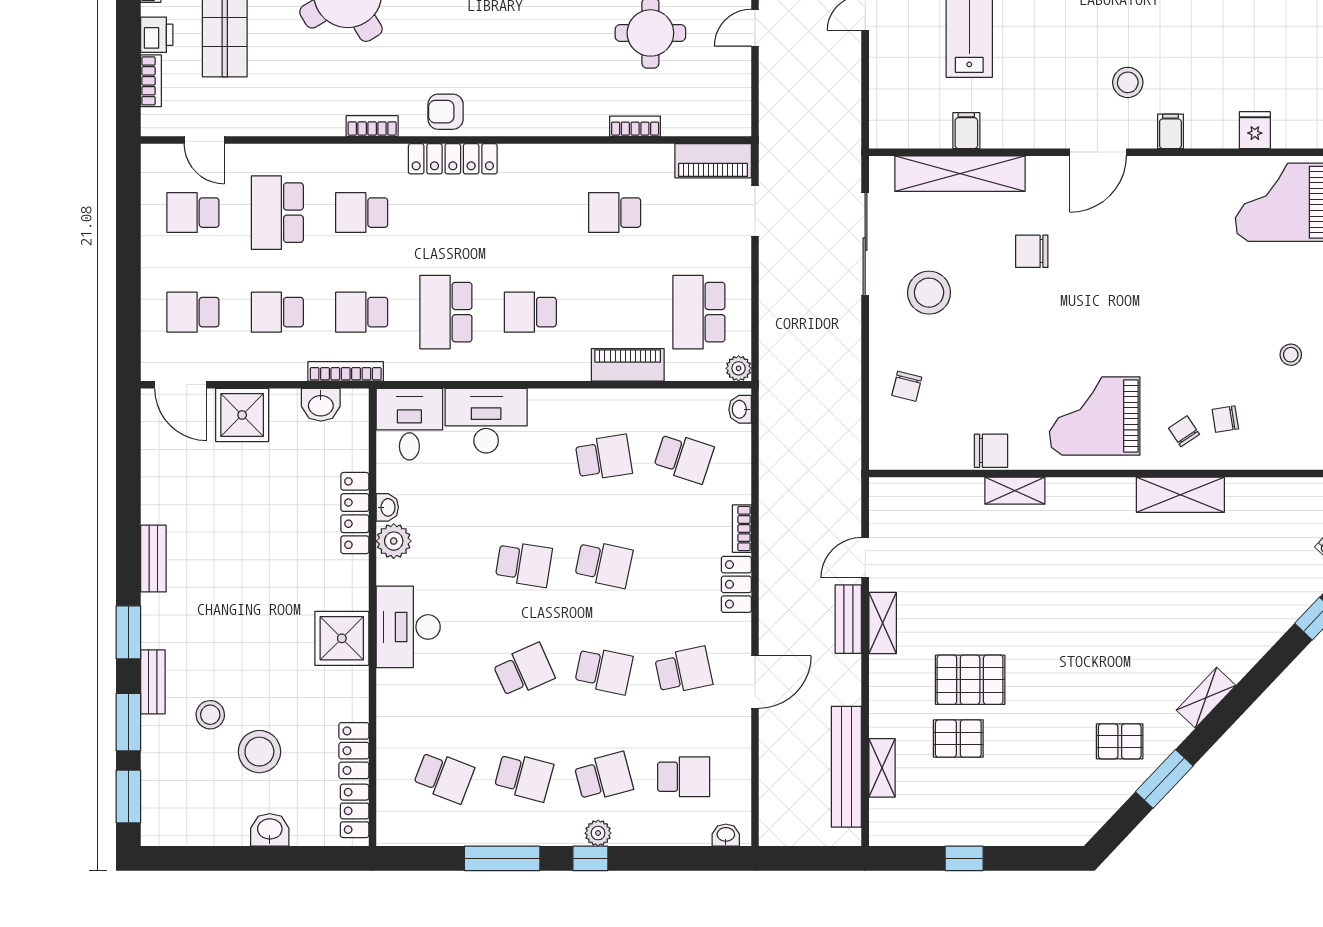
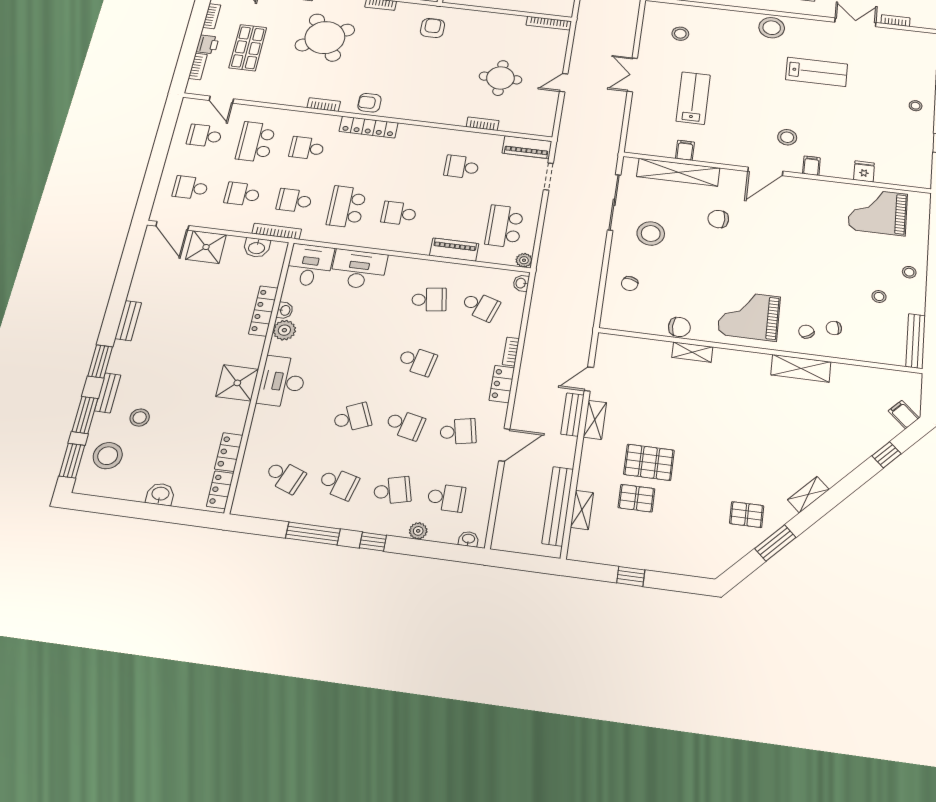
school desk: (524, 564) -> (365, 354), removed
stool: (259, 752) -> (108, 456), moved
plant: (598, 833) -> (418, 531), moved

